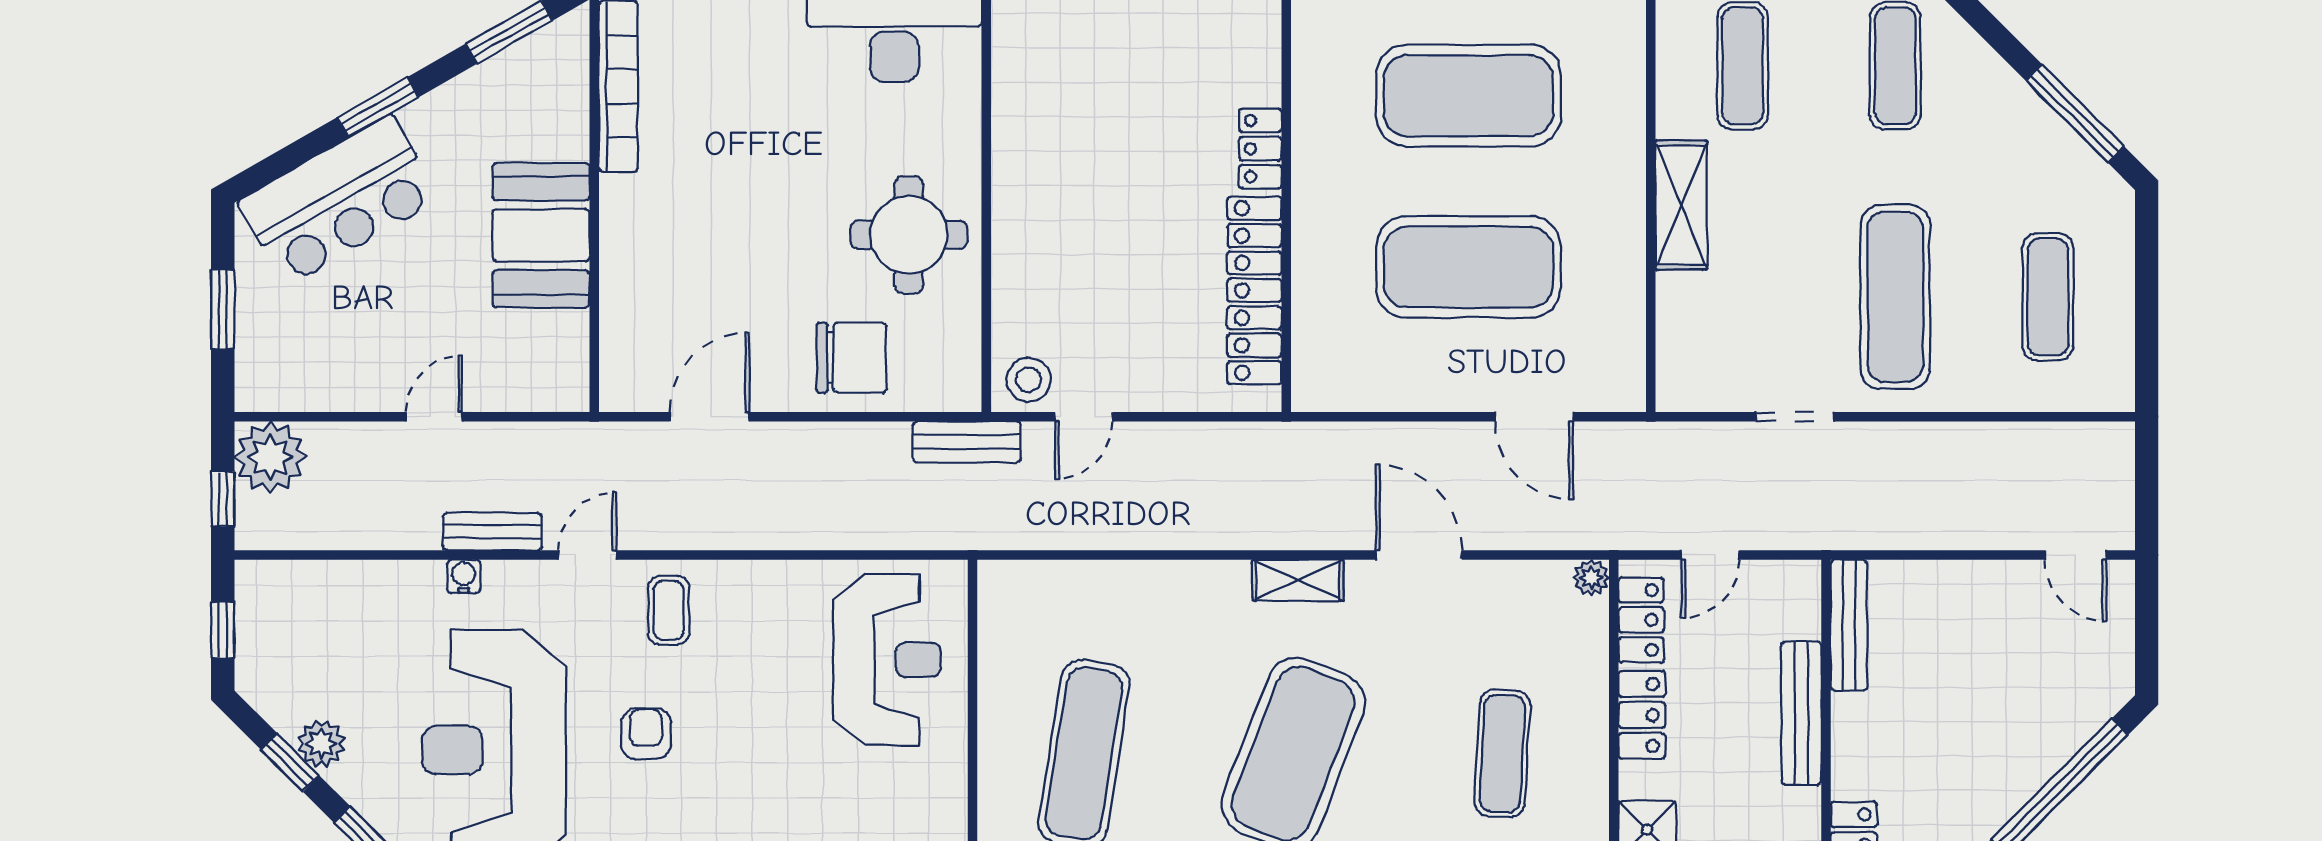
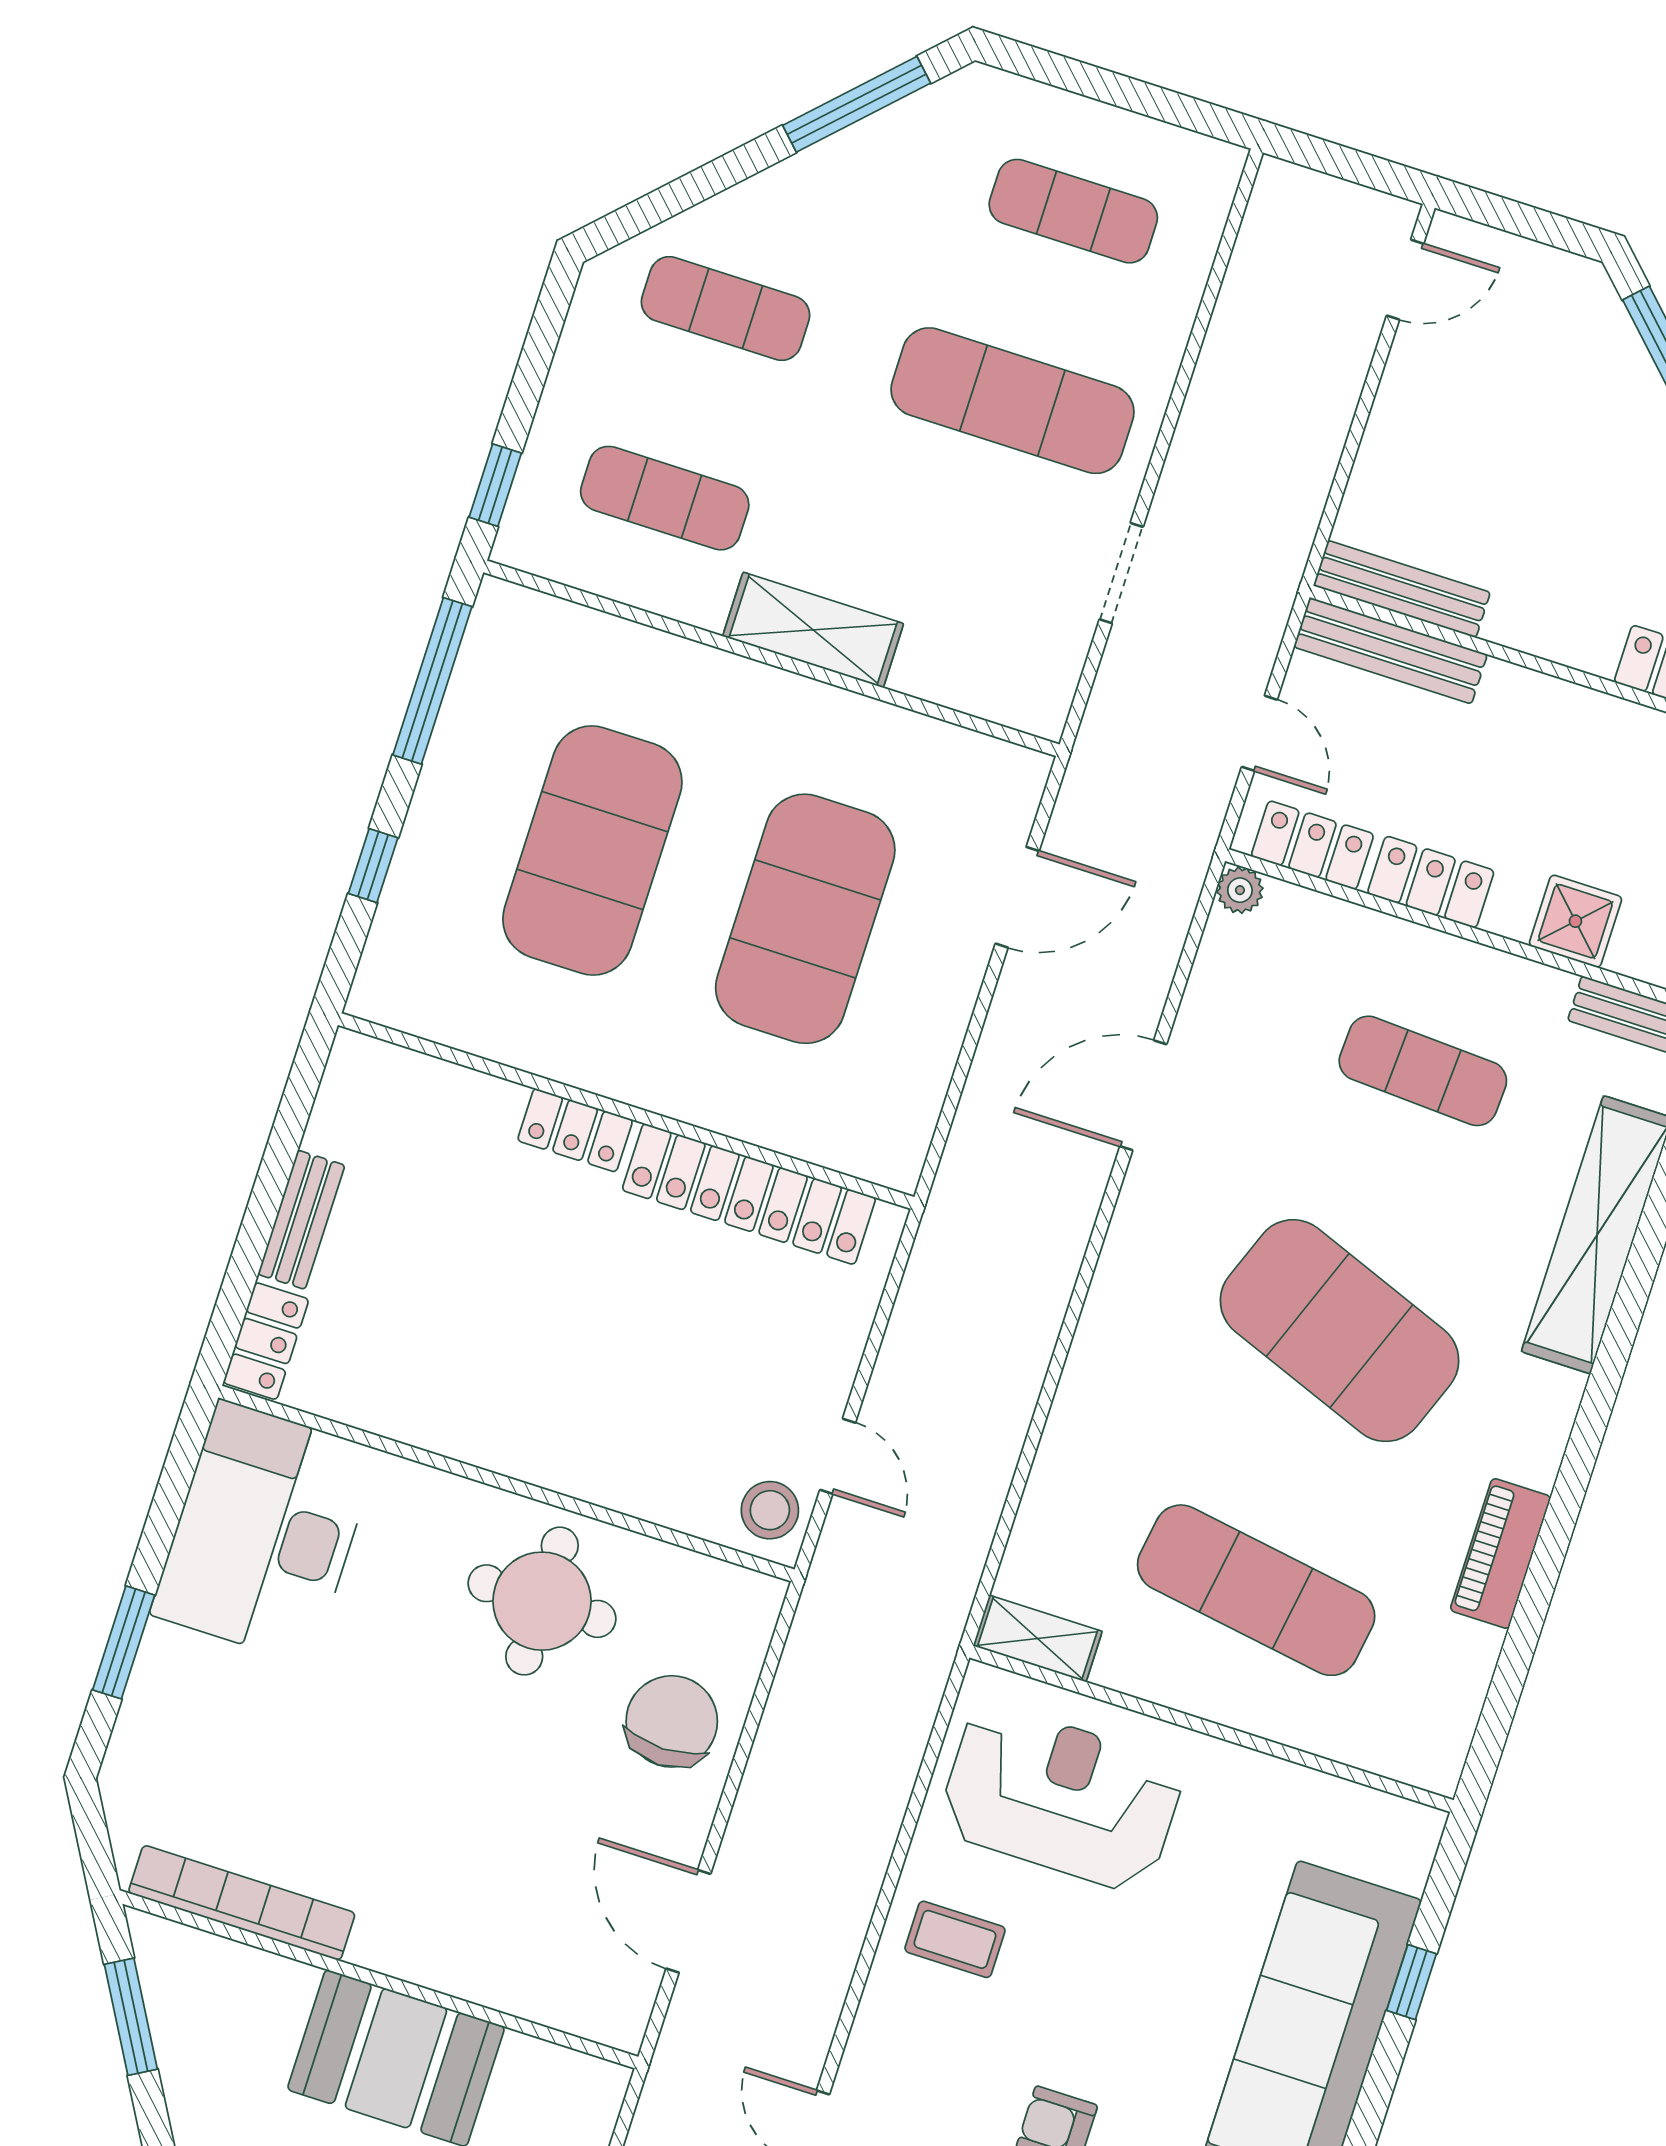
bench: (967, 442) -> (822, 1612), removed
shelving: (1298, 580) -> (1038, 1639), moved, turned 90
coffee table: (669, 610) -> (955, 1939), moved
bench: (1801, 713) -> (1391, 651), moved

